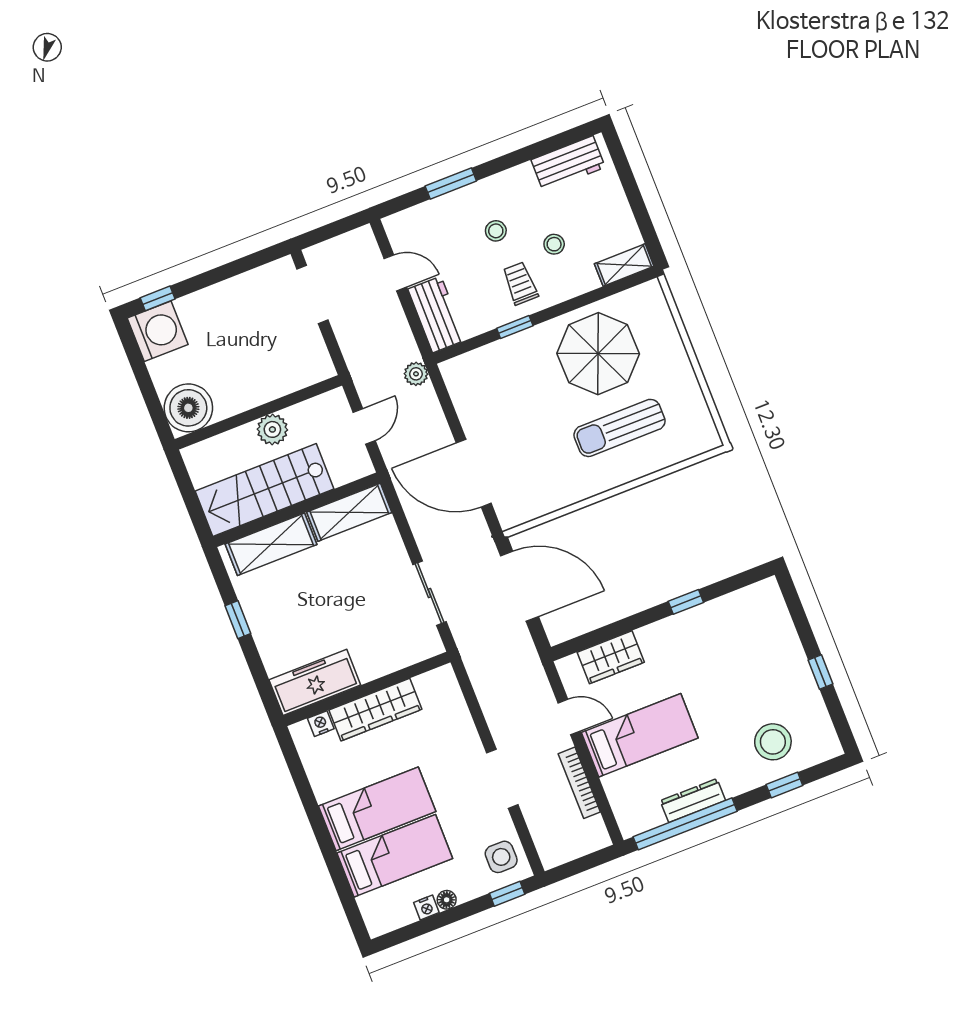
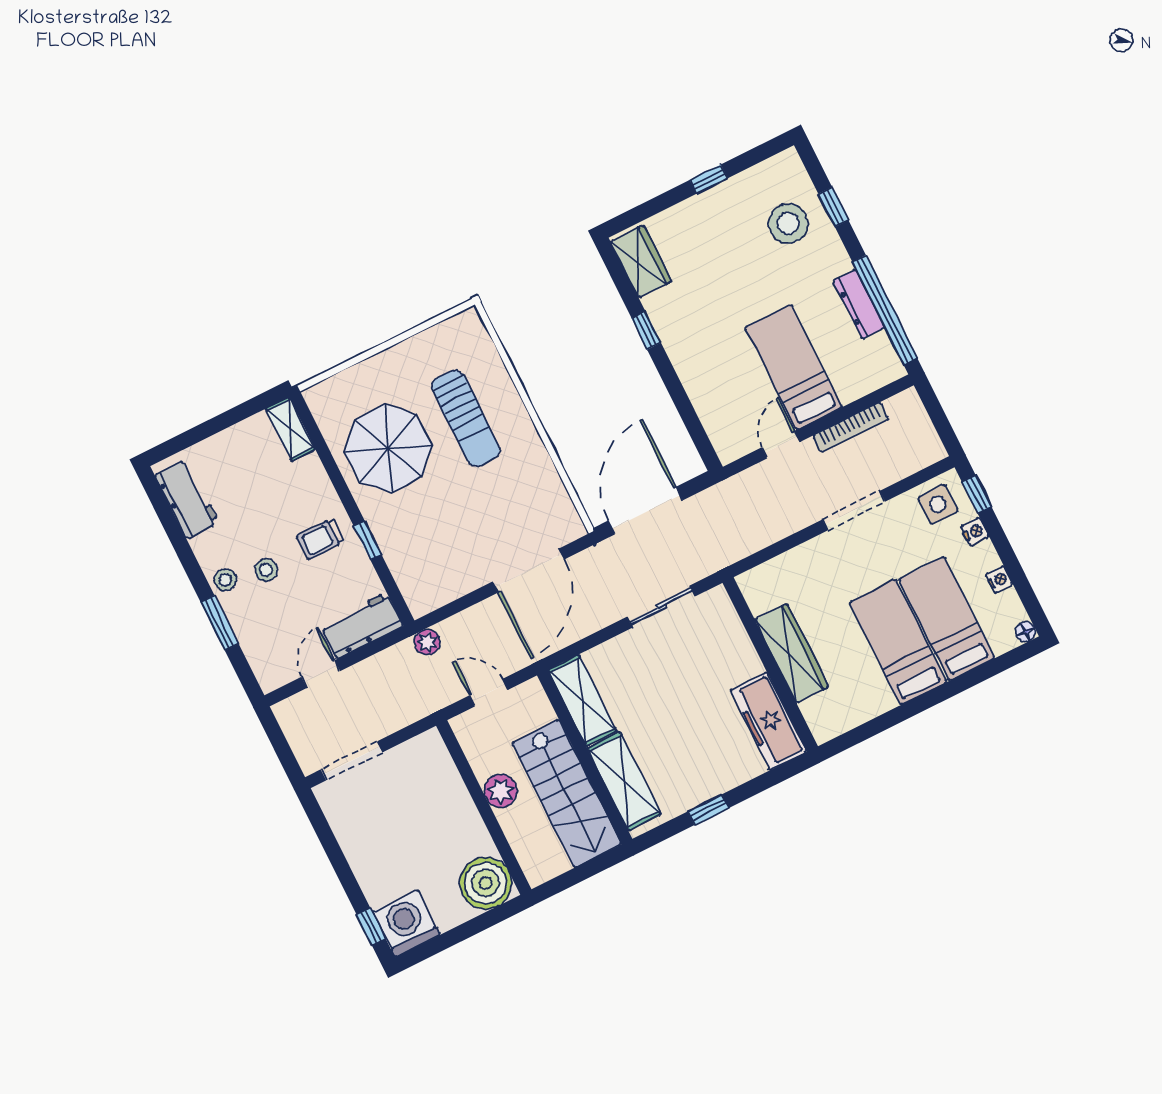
stool: (554, 244) -> (225, 580), moved
wardrobe: (611, 657) -> (641, 261), moved
nightstand: (321, 724) -> (975, 532), moved, turned 180
floor lamp: (447, 900) -> (1025, 632), moved

